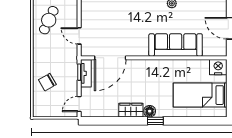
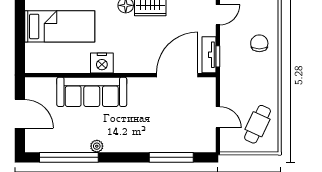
door: (79, 36) -> (218, 117), moved
nightstand: (218, 67) -> (102, 63), moved
chair: (47, 82) -> (259, 43), turned -60

